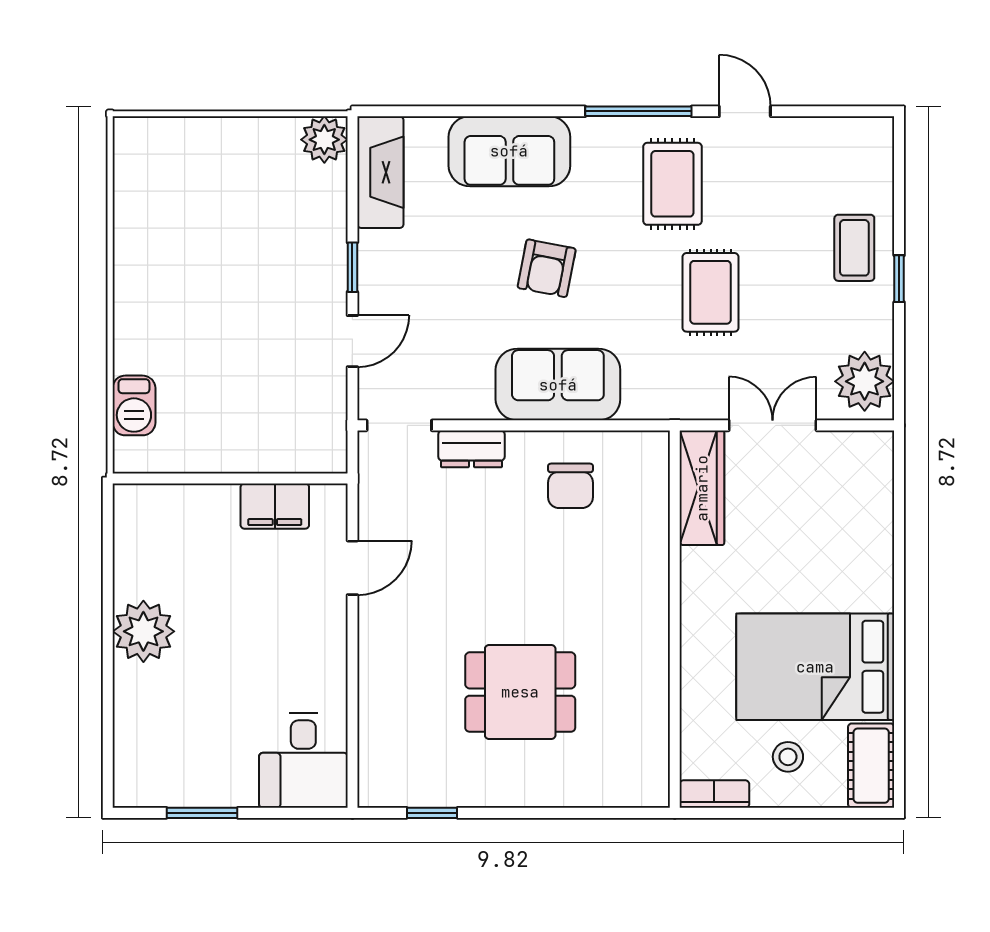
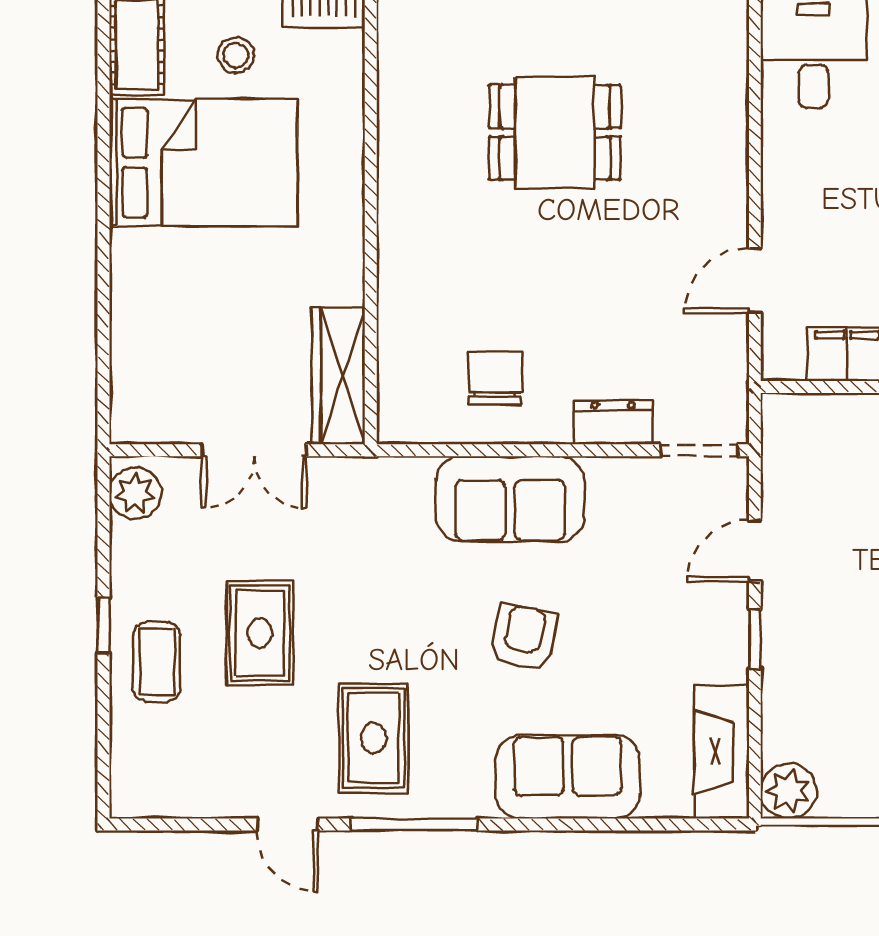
rug: (711, 292) -> (260, 633), moved
plant: (865, 381) -> (135, 493), width x0.73, depth x0.73

